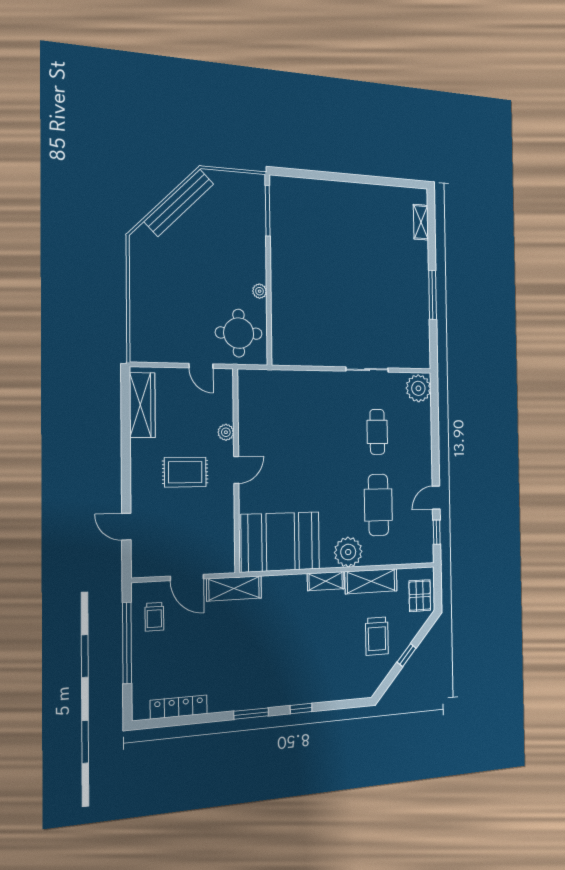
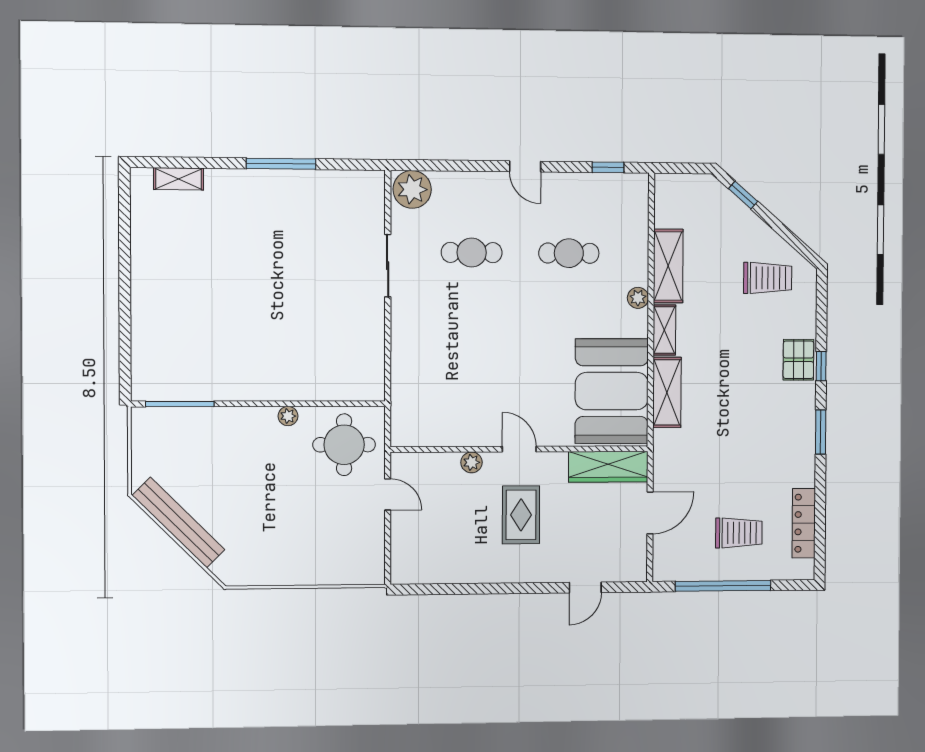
door: (201, 366) -> (388, 494), hinge flipped
wardrobe: (142, 405) -> (608, 467), moved, turned 180
door: (436, 498) -> (525, 166), moved
cafe table: (378, 505) -> (569, 253), width x0.73, depth x0.74
plant: (348, 552) -> (638, 298), width x0.53, depth x0.53
shelving: (234, 588) -> (667, 392), moved
pallet: (420, 596) -> (798, 360), moved, turned 90
trolley: (154, 617) -> (739, 533), moved, width x1.36, depth x1.39
trolley: (377, 636) -> (768, 278), moved
window: (407, 655) -> (743, 195), moved

